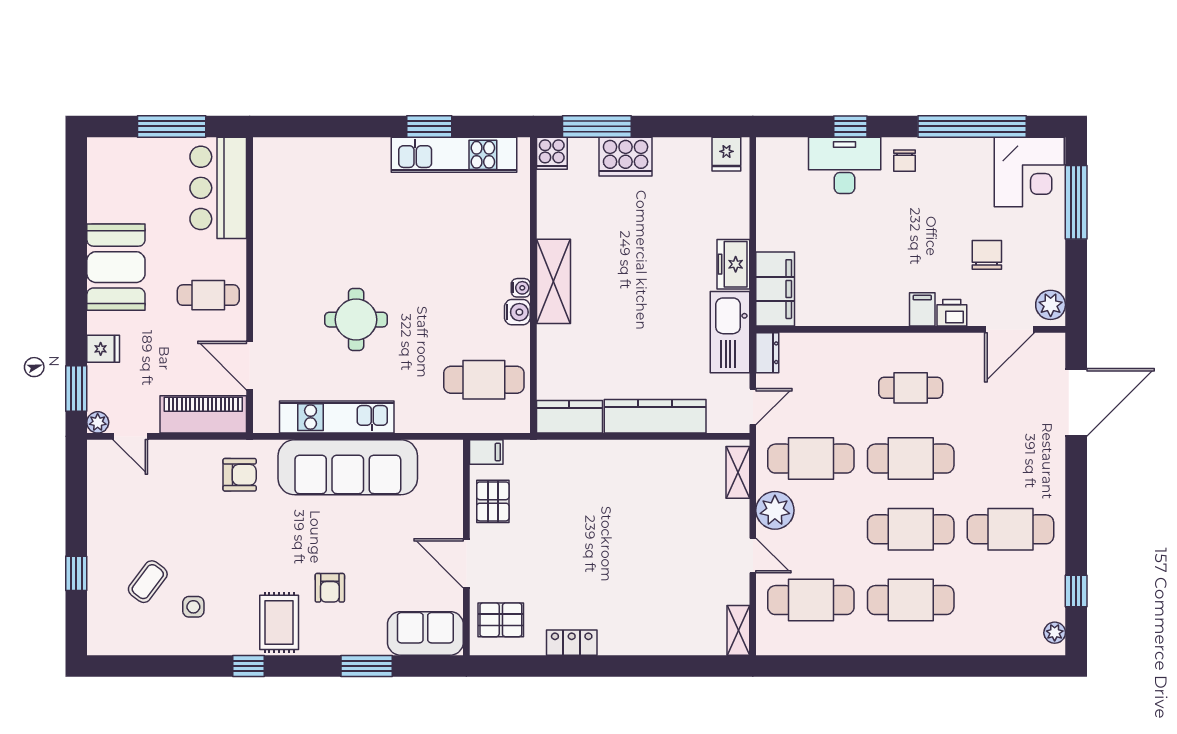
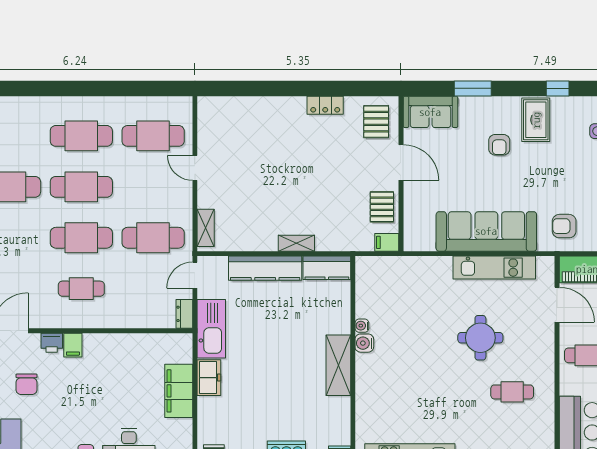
water cooler: (521, 288) -> (362, 326), moved
filing cabinet: (775, 289) -> (179, 391), moved
cafe table: (484, 380) -> (512, 392), moved, width x0.73, depth x0.74
plant: (775, 510) -> (179, 200), removed
armchair: (330, 588) -> (499, 145), turned 180
pallet: (501, 620) -> (376, 122), turned 90
shelving: (738, 630) -> (296, 243), moved, turned 90

